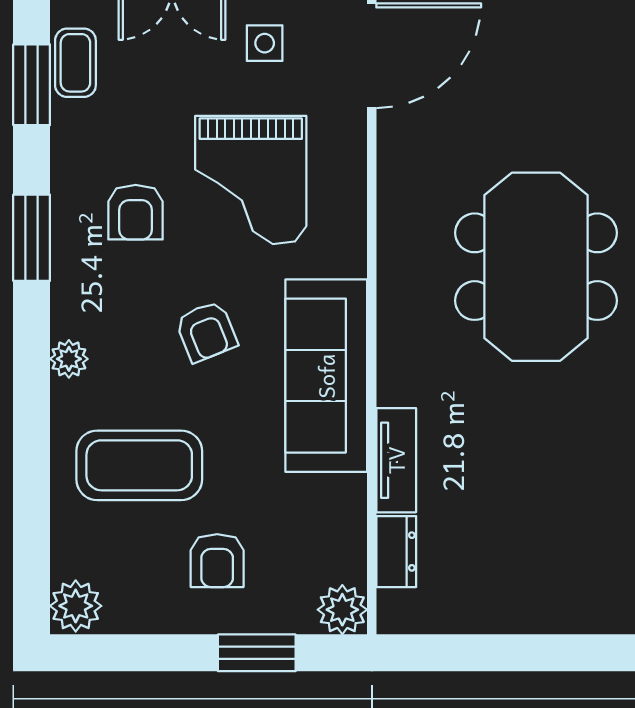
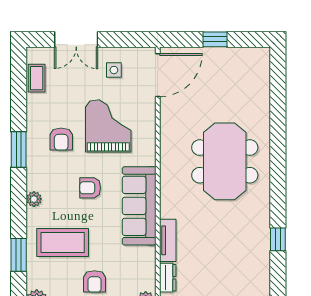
window: (32, 85) -> (19, 255), moved
grand piano: (251, 180) -> (108, 126), turned 180
armchair: (206, 331) -> (90, 188), turned 112

